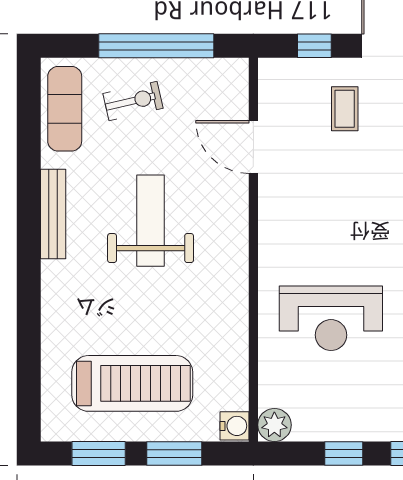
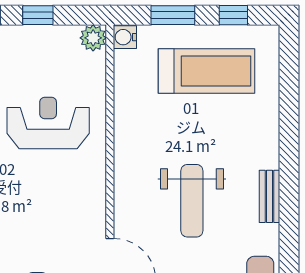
bench: (53, 214) -> (269, 196), width x0.73
treadmill: (132, 383) -> (206, 71), turned 180
window: (99, 454) -> (233, 15), width x0.67

